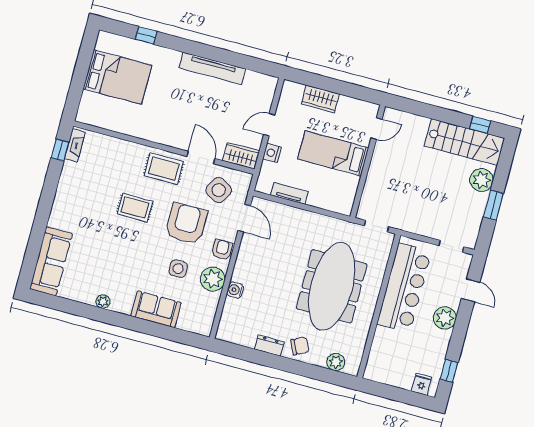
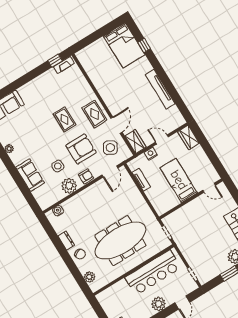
bed: (117, 77) -> (124, 45), moved
wardrobe: (320, 99) -> (189, 137), moved
water cooler: (235, 290) -> (58, 211), moved

